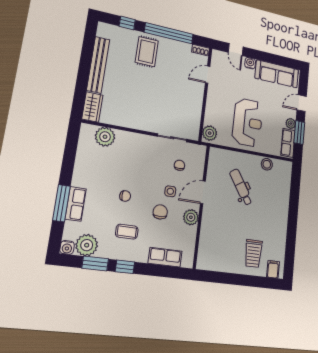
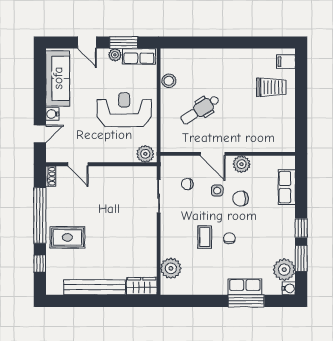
coffee table: (127, 232) -> (205, 237), moved

